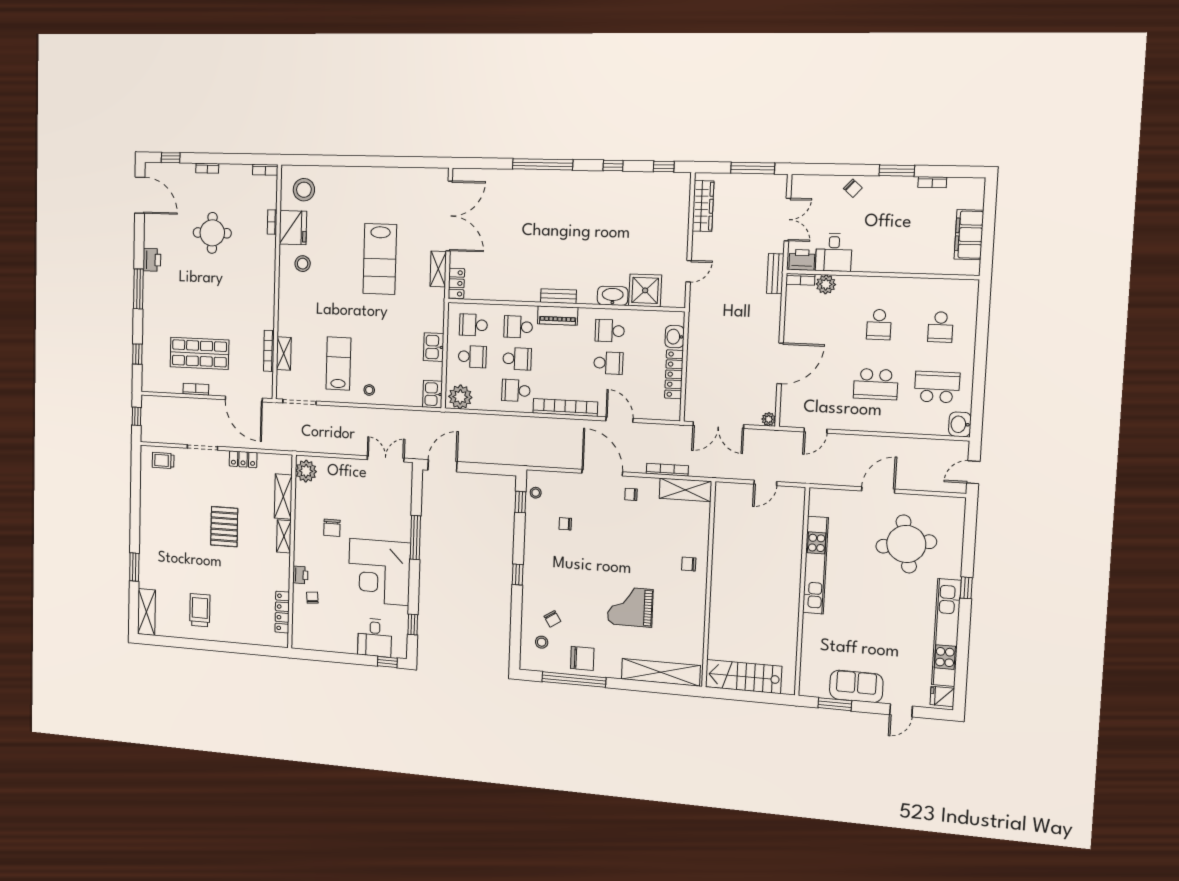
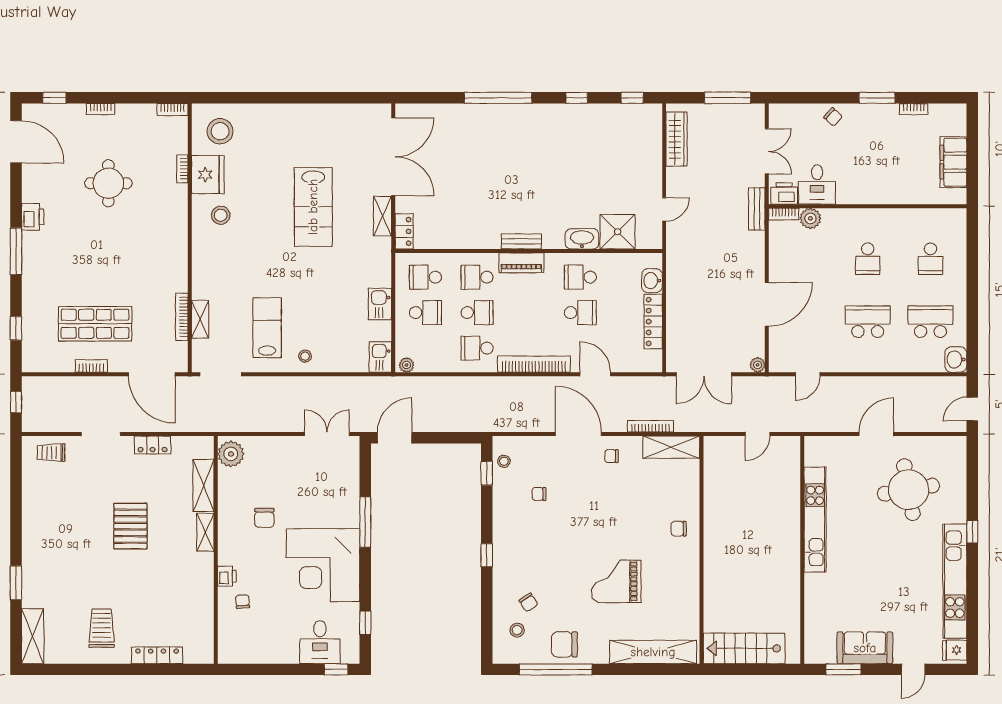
school desk: (876, 384) -> (868, 322), turned 180
plant: (460, 397) -> (407, 365), width x0.53, depth x0.53
locker: (282, 612) -> (157, 655), moved, turned 90
chair: (582, 658) -> (564, 644), turned 180

